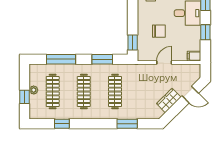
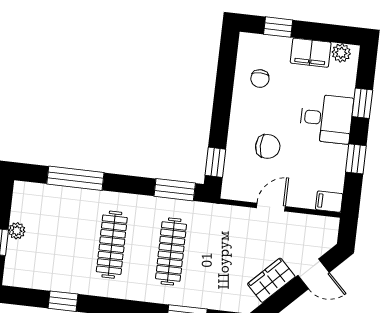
window: (102, 59) -> (175, 190), moved
clothes rail: (53, 92) -> (53, 238), removed

